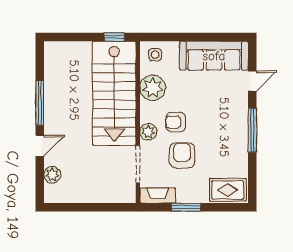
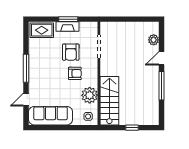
window: (114, 37) -> (132, 128), moved
stairs: (114, 93) -> (109, 101), width x0.73, depth x0.66
plant: (148, 132) -> (92, 67), removed
fireplace: (158, 196) -> (68, 27), moved

